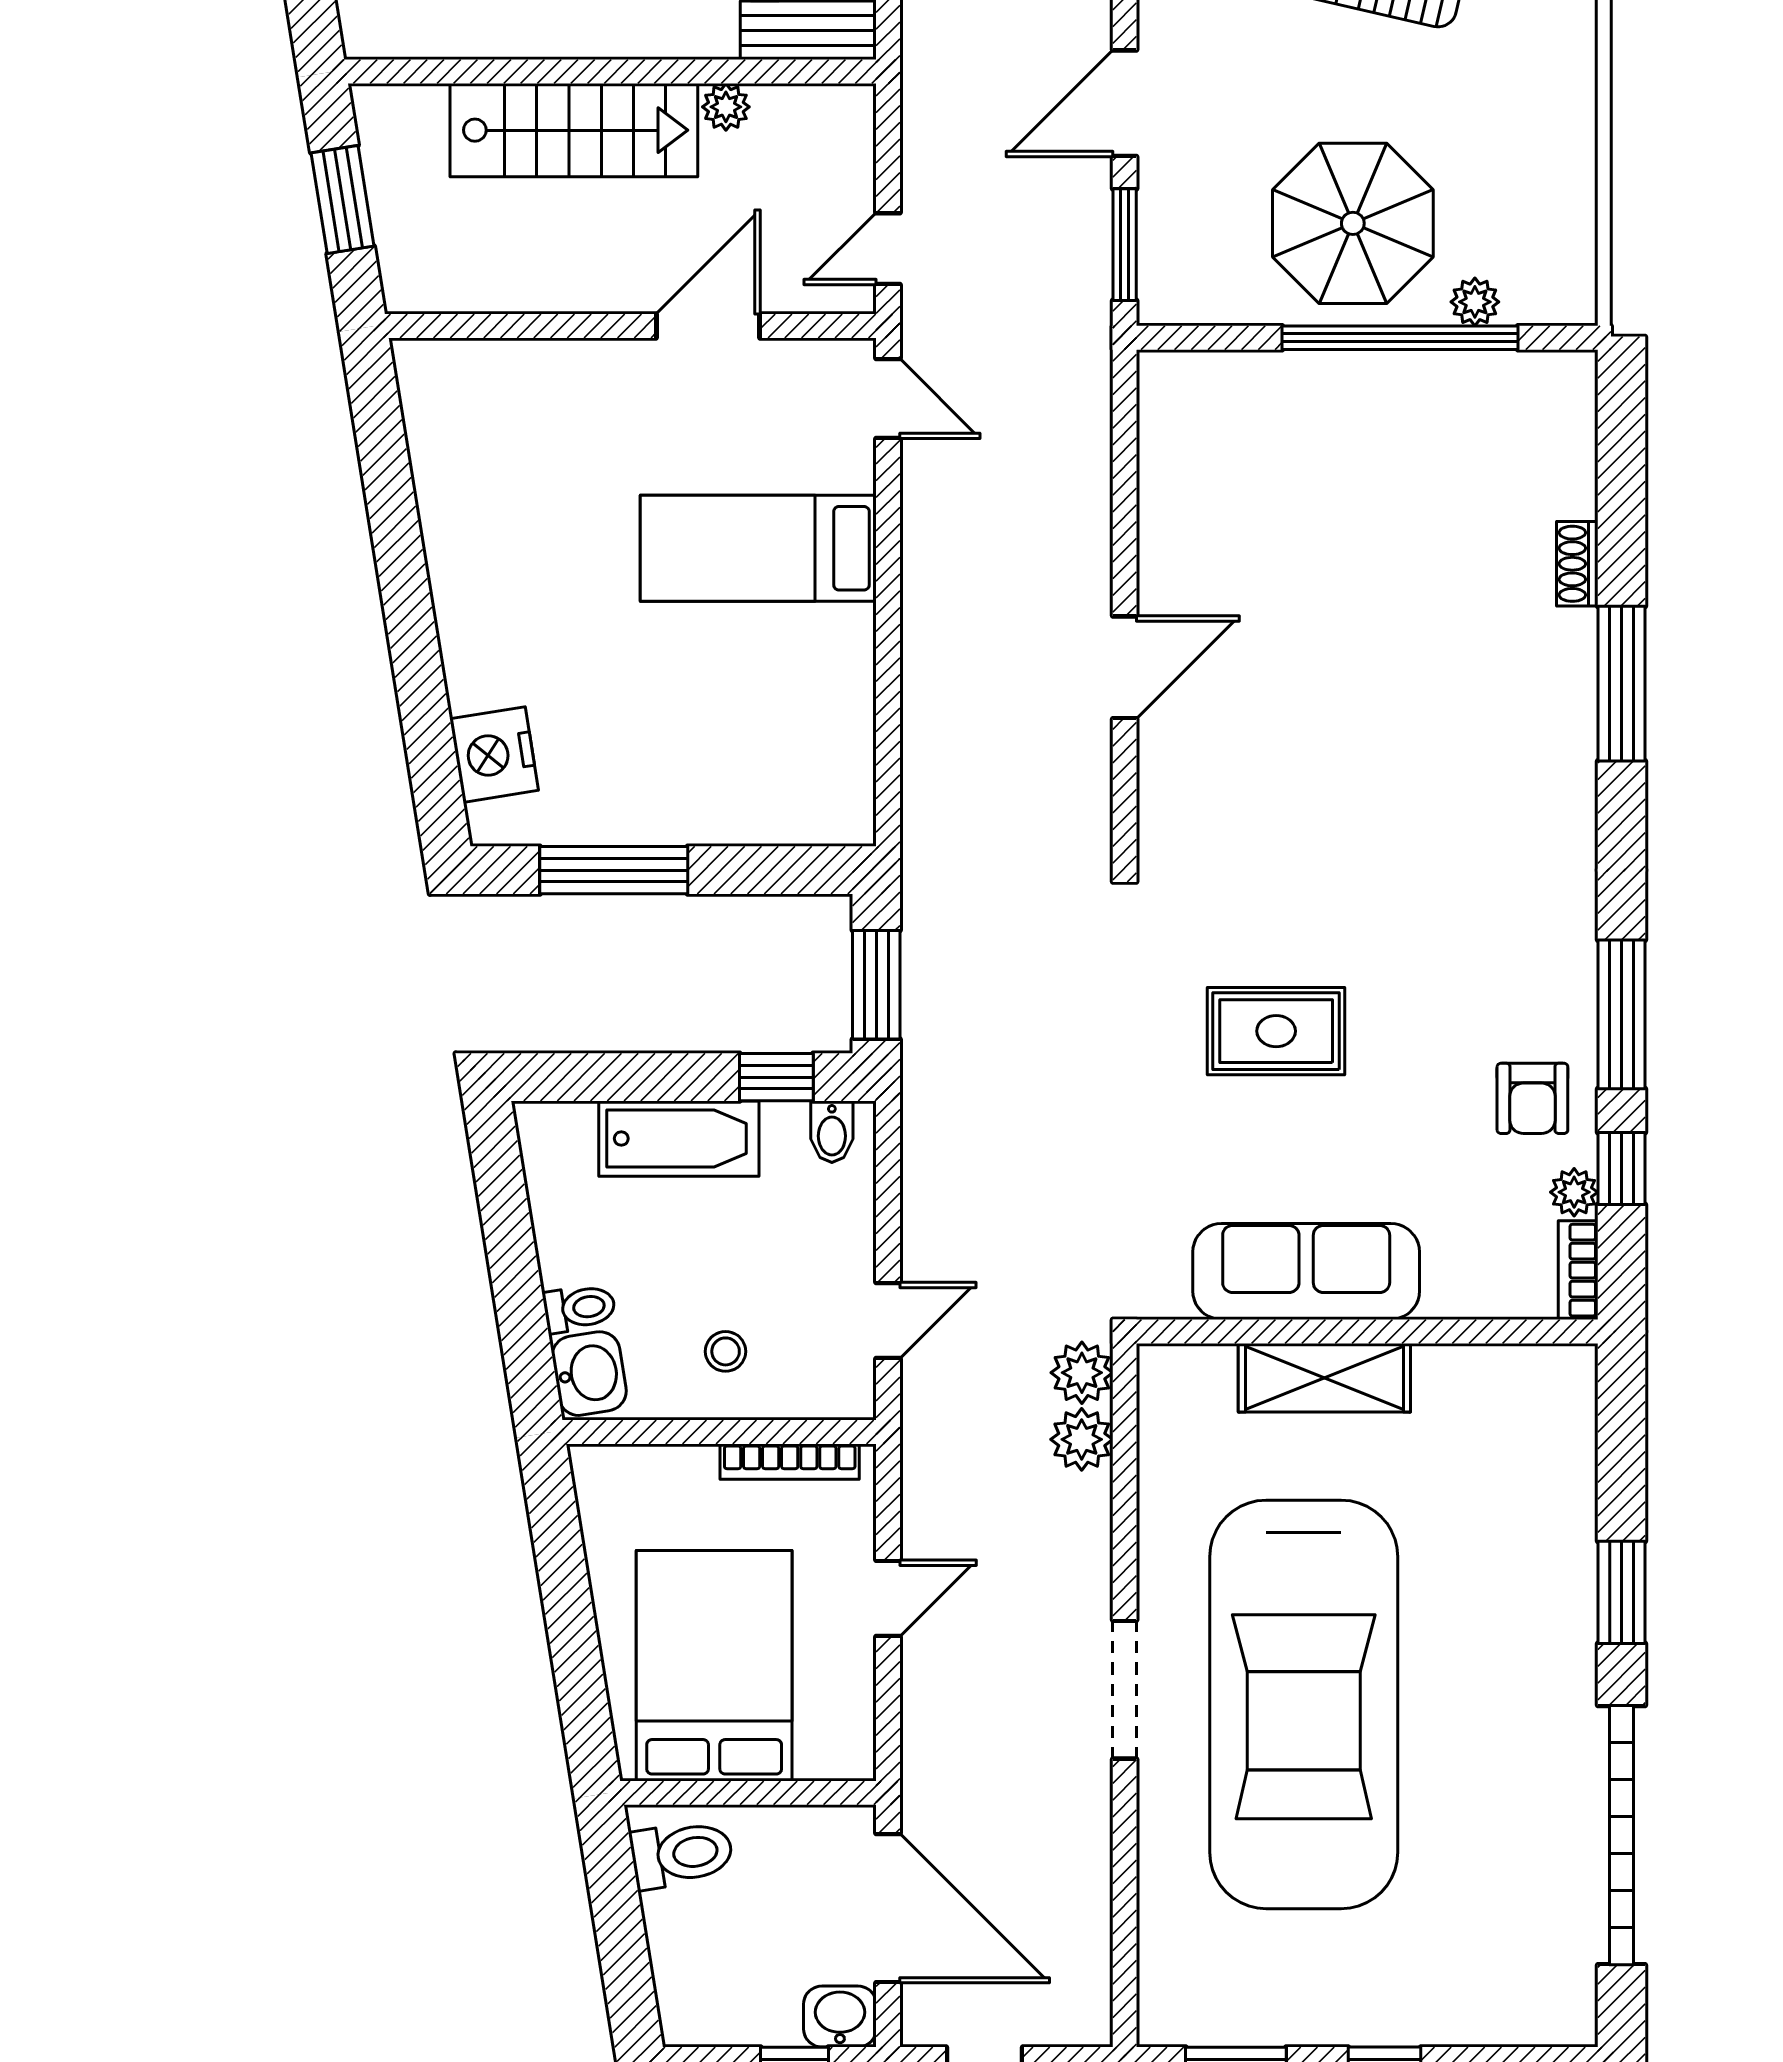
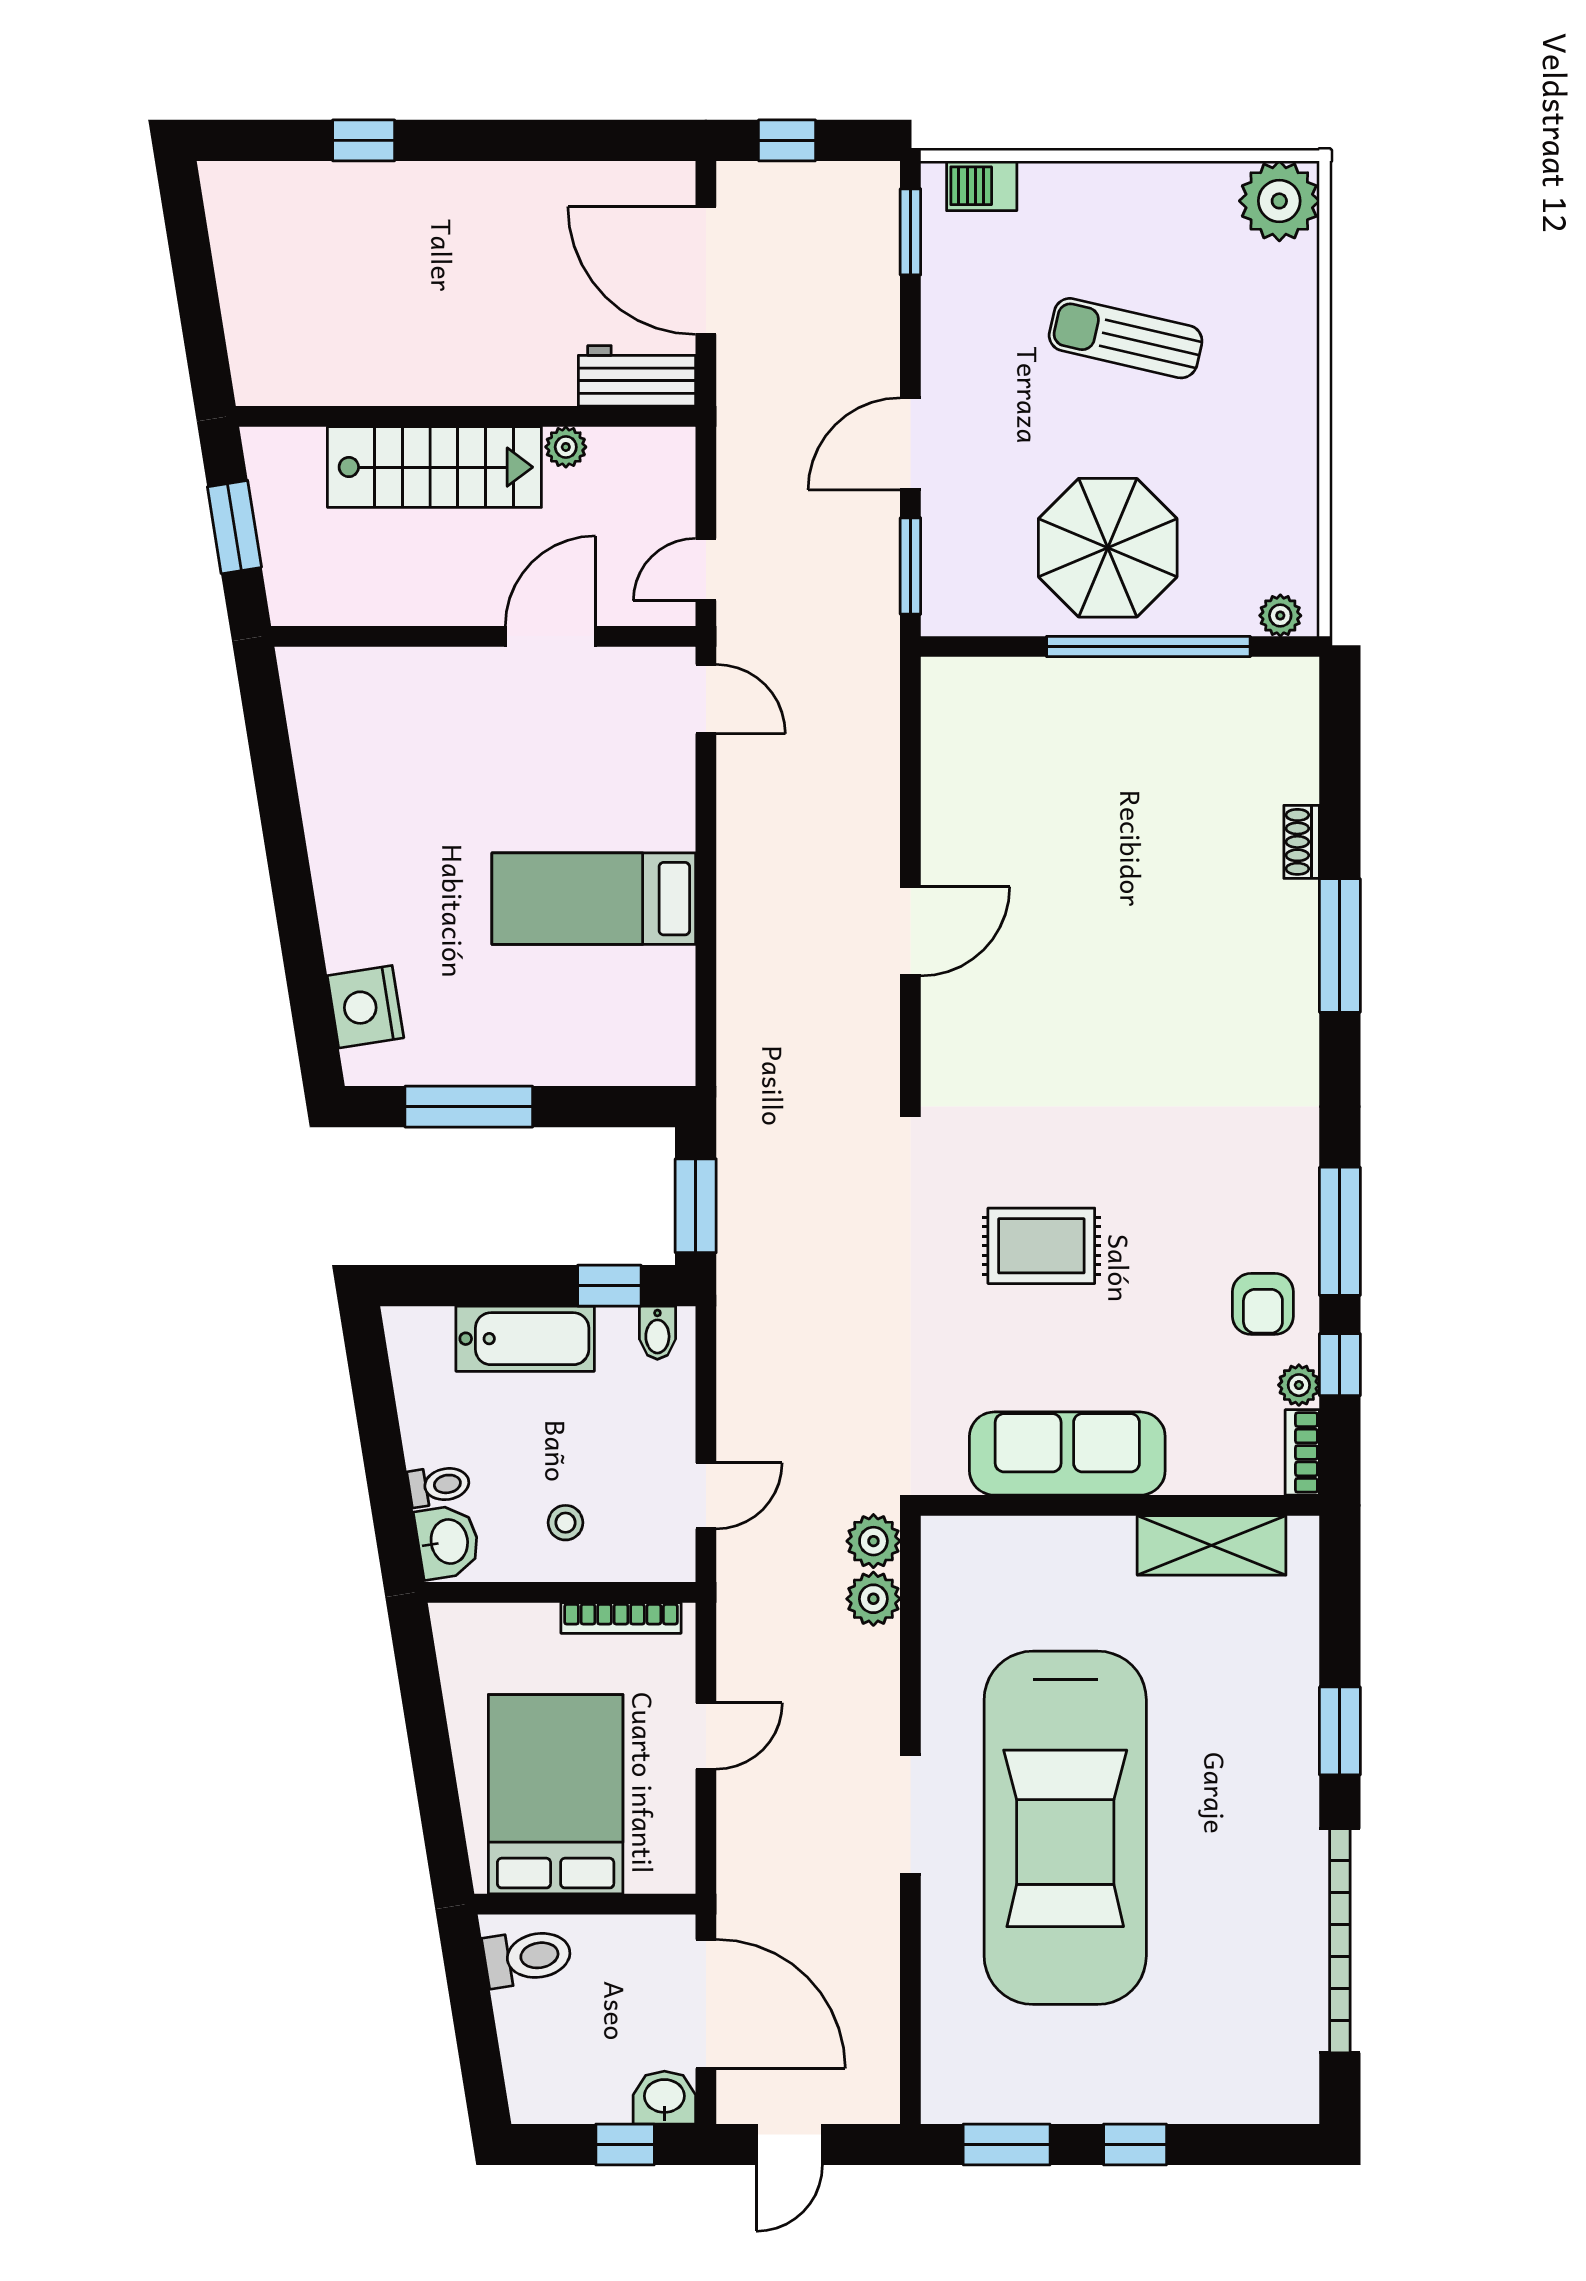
plant: (1475, 302) -> (1280, 616), moved
bed: (758, 548) -> (594, 899), moved
shelving: (1324, 1378) -> (1212, 1545), moved

